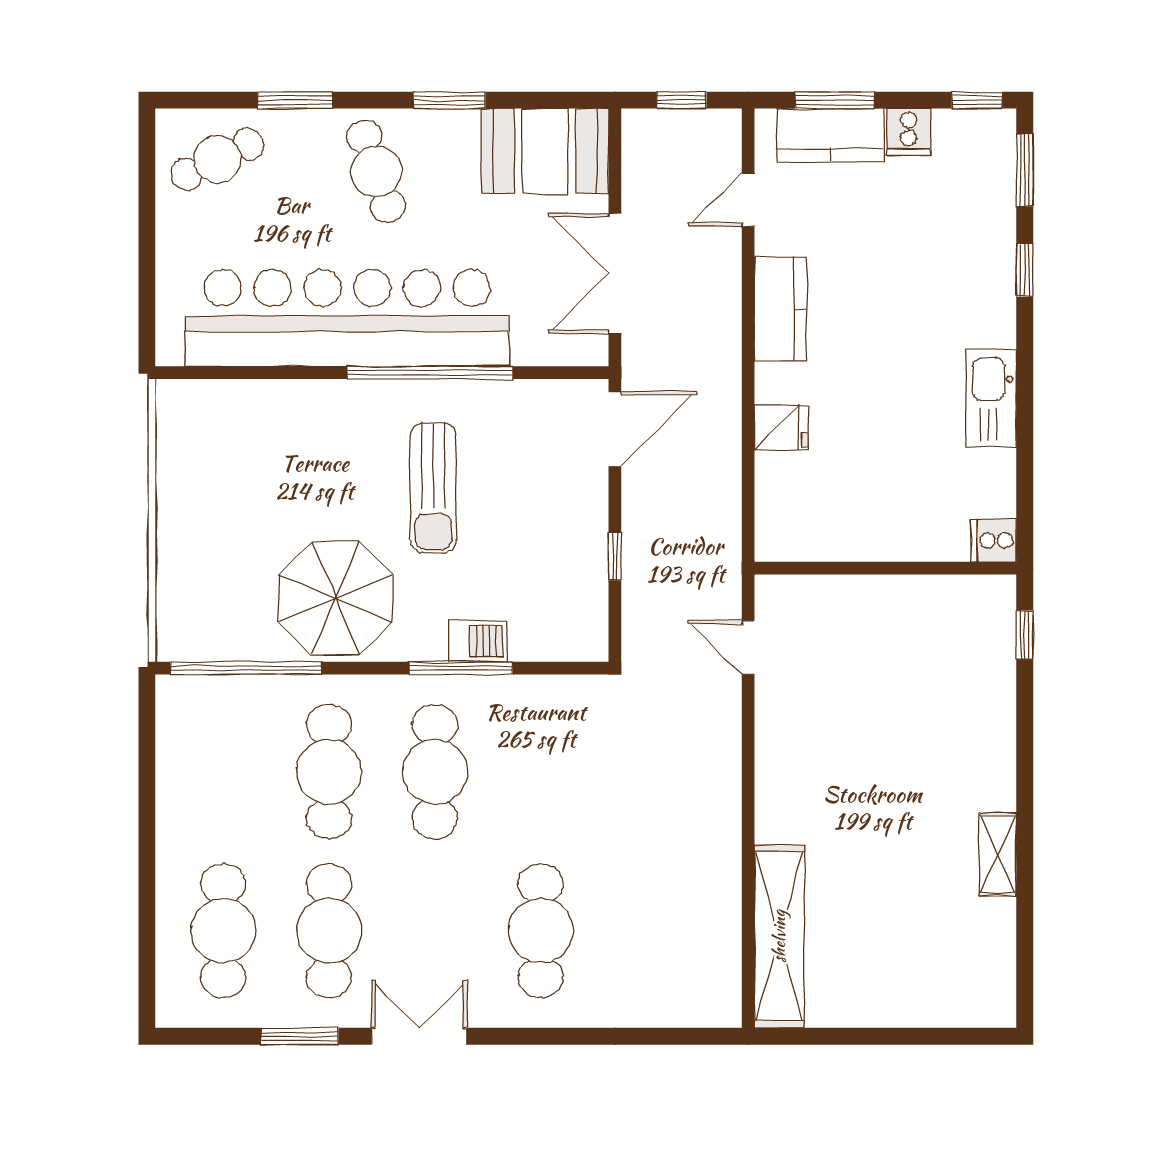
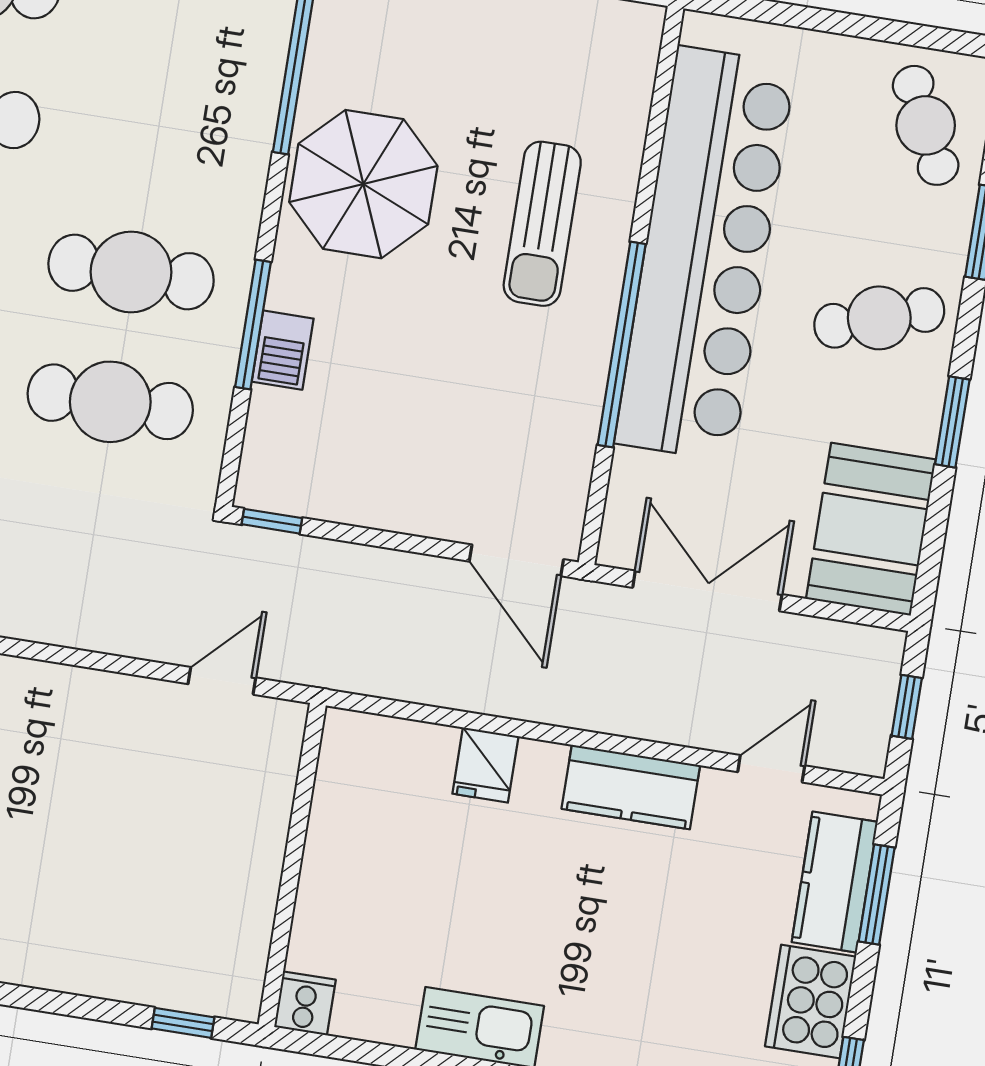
cooker: (909, 132) -> (811, 1001), width x1.87, depth x1.31
door: (748, 200) -> (771, 769), hinge flipped
sun lounger: (433, 488) -> (542, 224), moved, turned -90
window: (615, 556) -> (272, 521), moved
cafe table: (329, 772) -> (110, 402), moved

